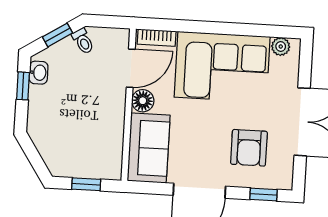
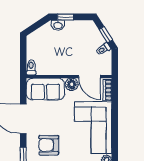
washbasin: (39, 73) -> (58, 25), moved
window: (23, 86) -> (65, 17), moved
toilet: (108, 171) -> (31, 67), added
window: (86, 184) -> (23, 55), removed

